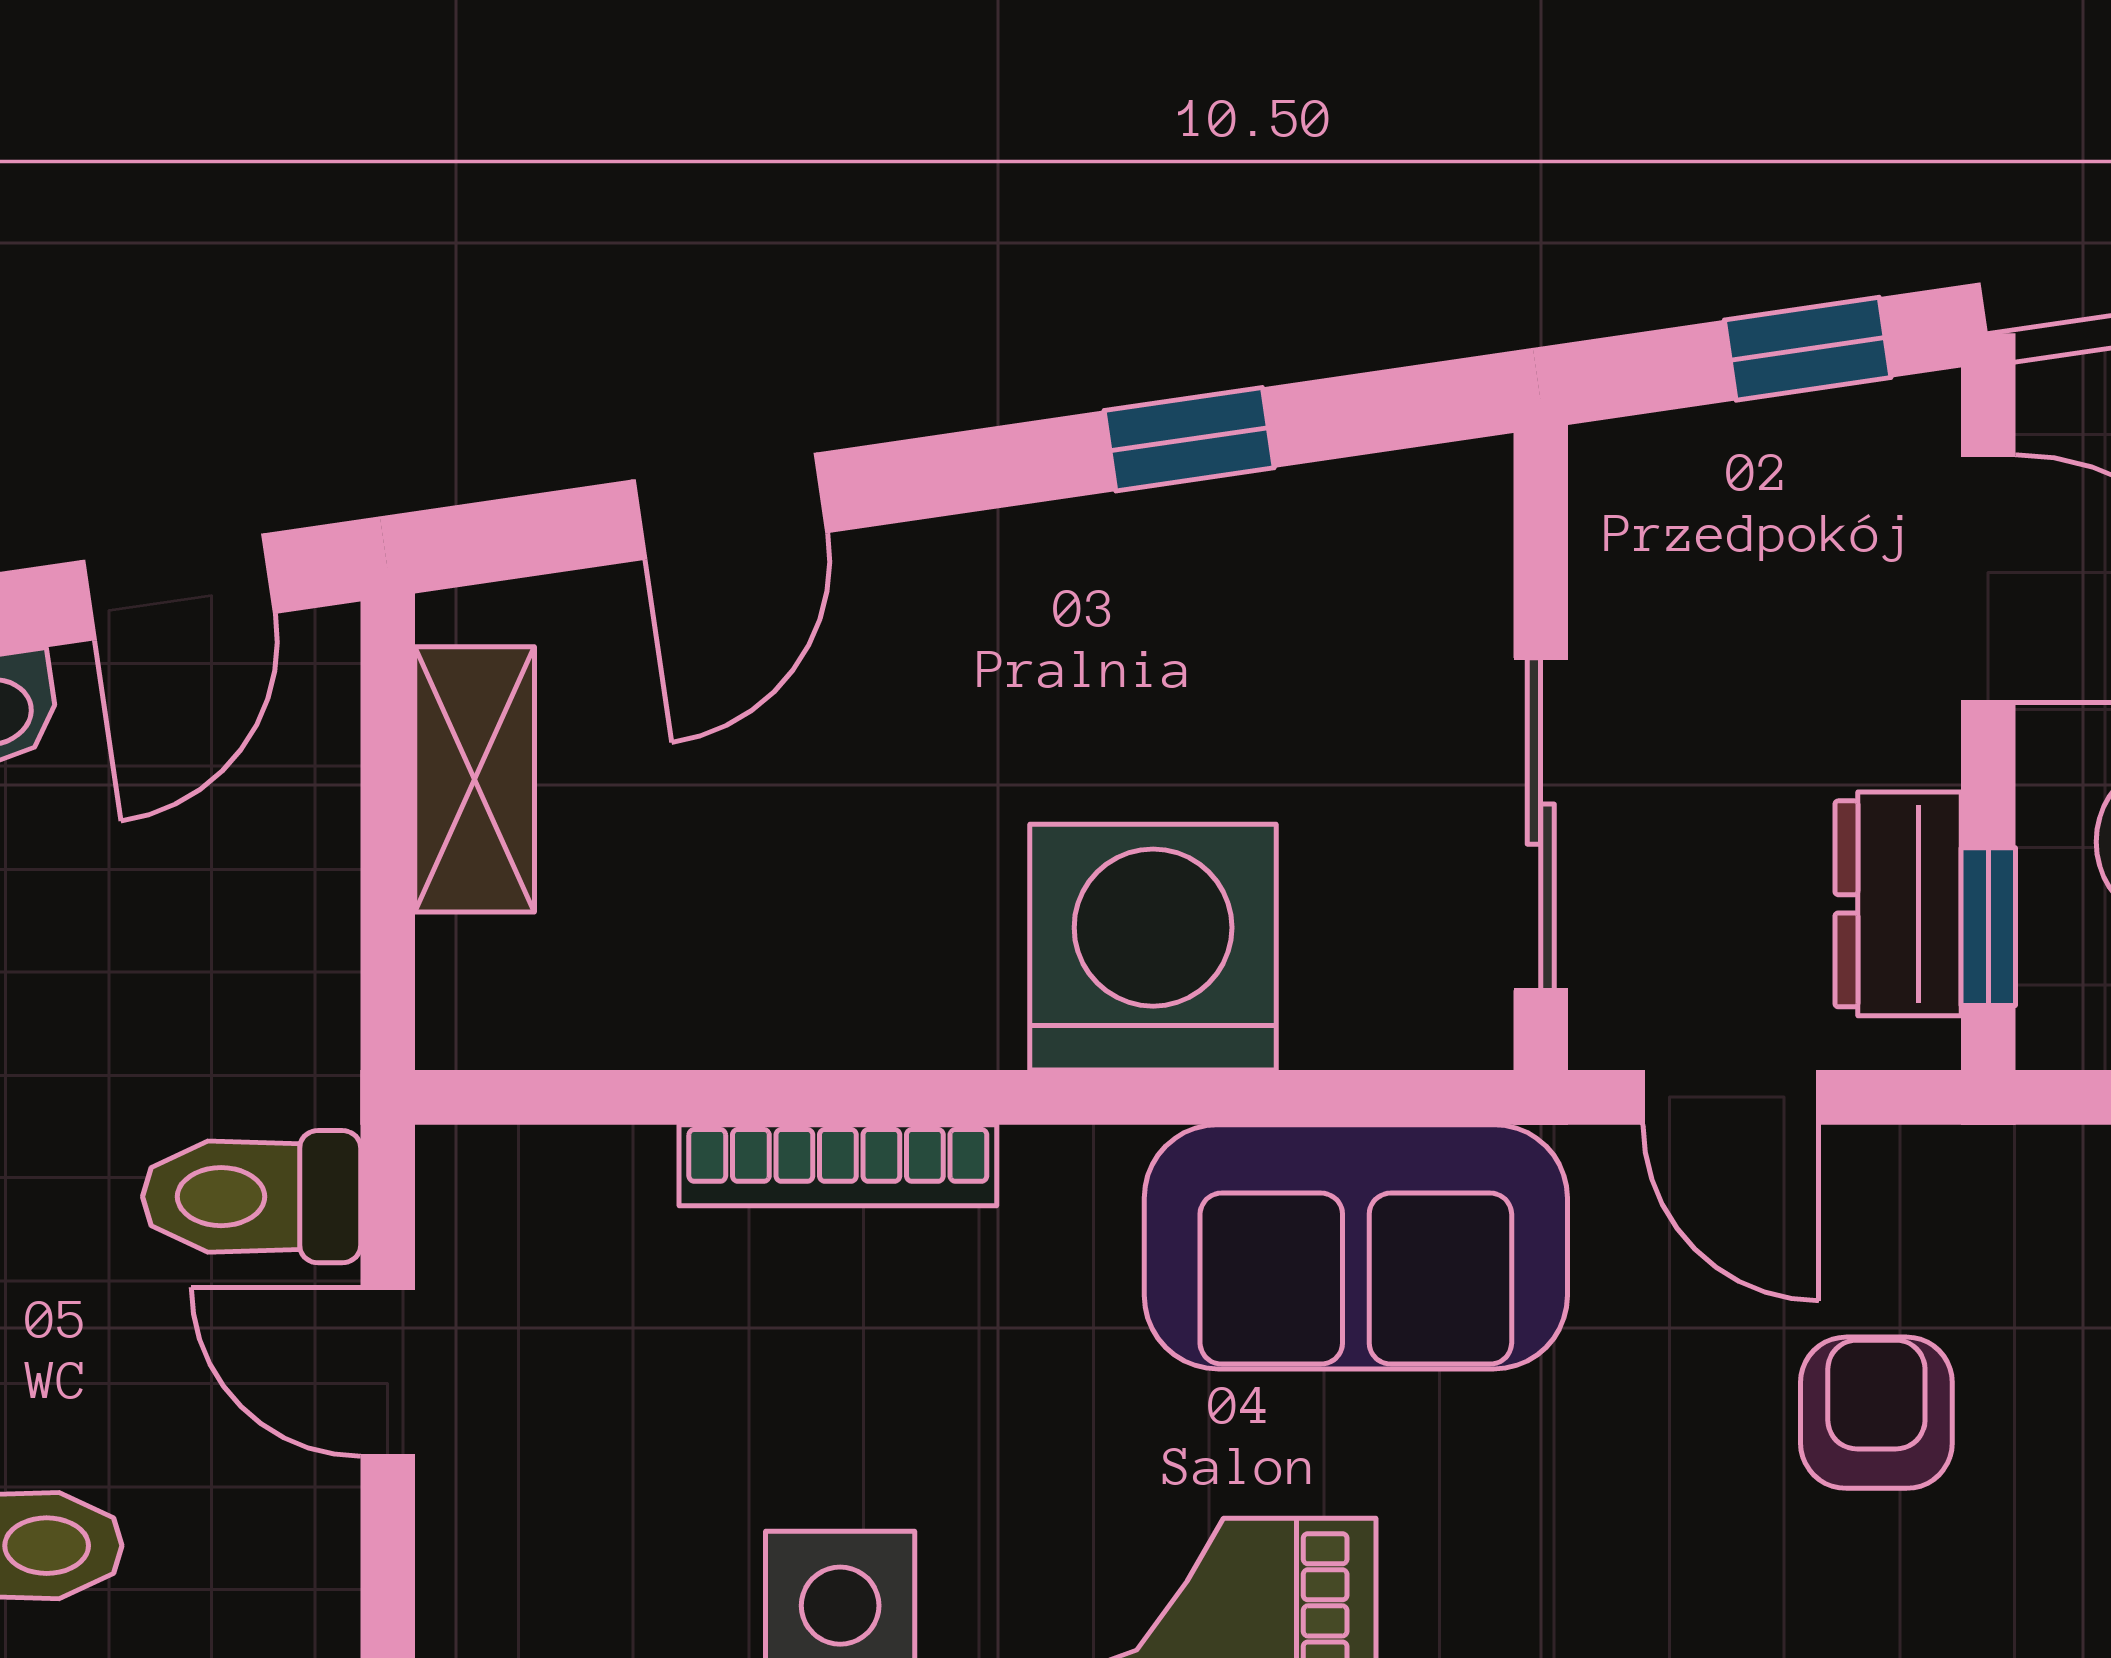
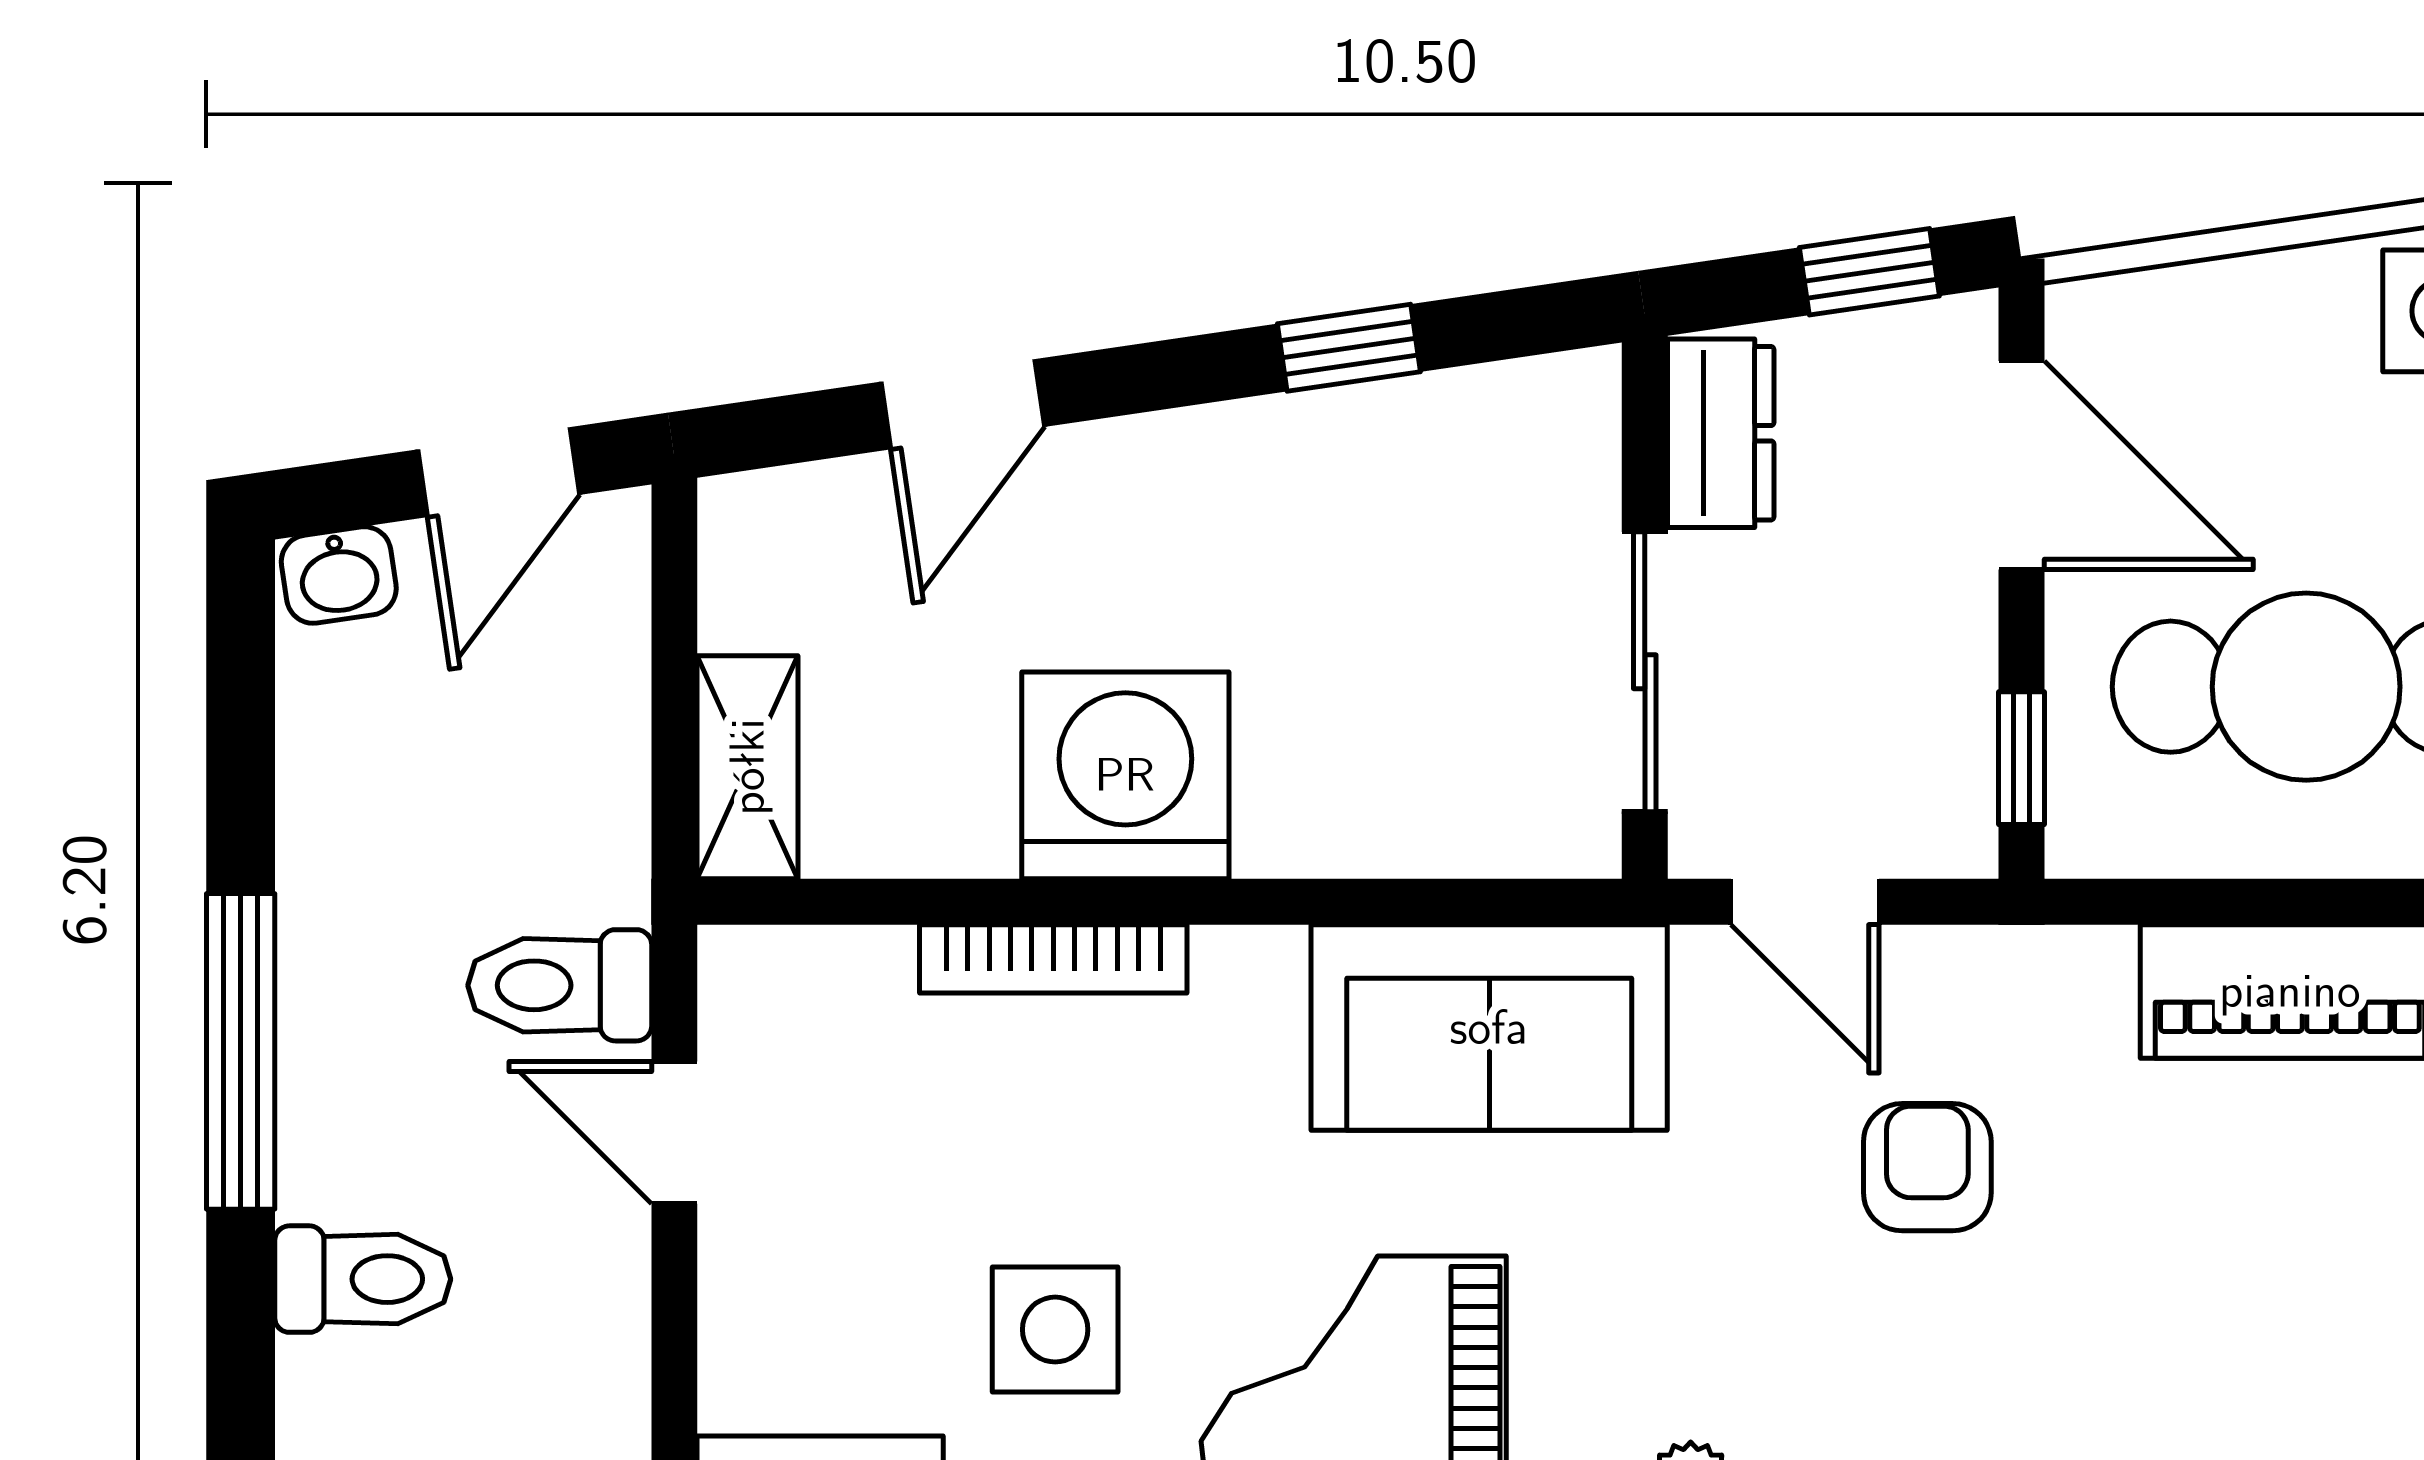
shelving: (475, 779) -> (748, 767), moved
dresser: (1898, 904) -> (1721, 433), moved, turned 180
washing machine: (1153, 947) -> (1125, 775), moved

